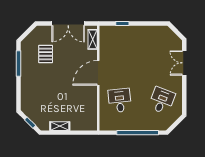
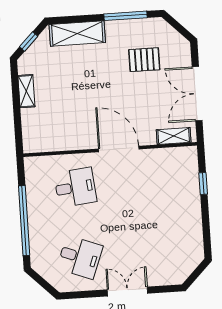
double door: (184, 63) -> (127, 291), moved
shelving: (27, 93) -> (77, 34), added

